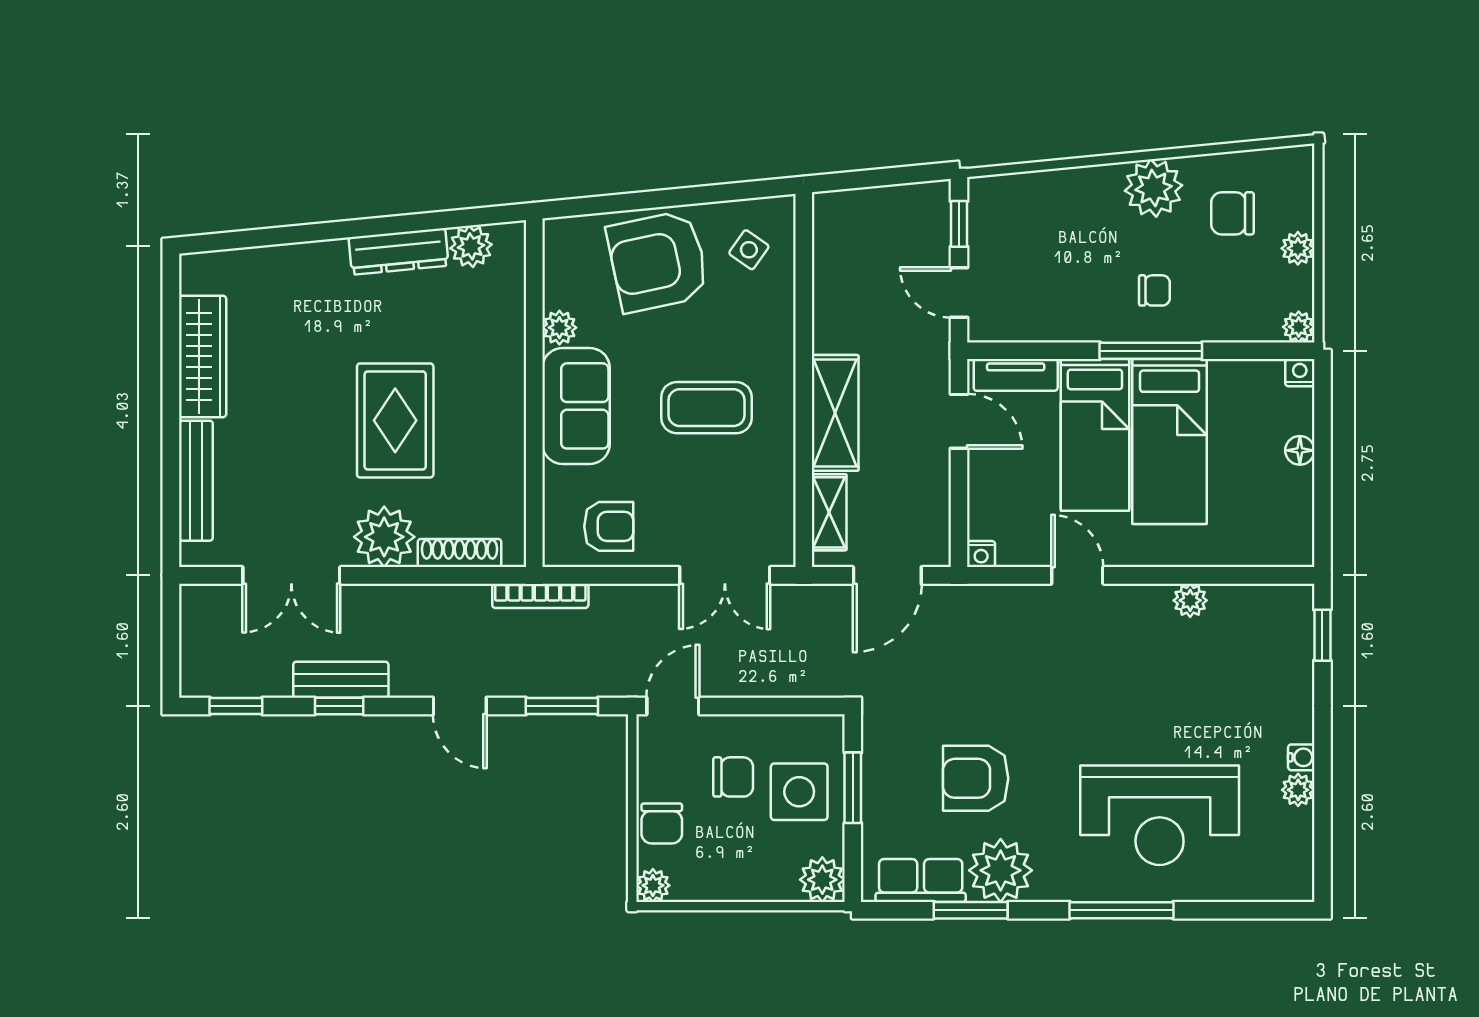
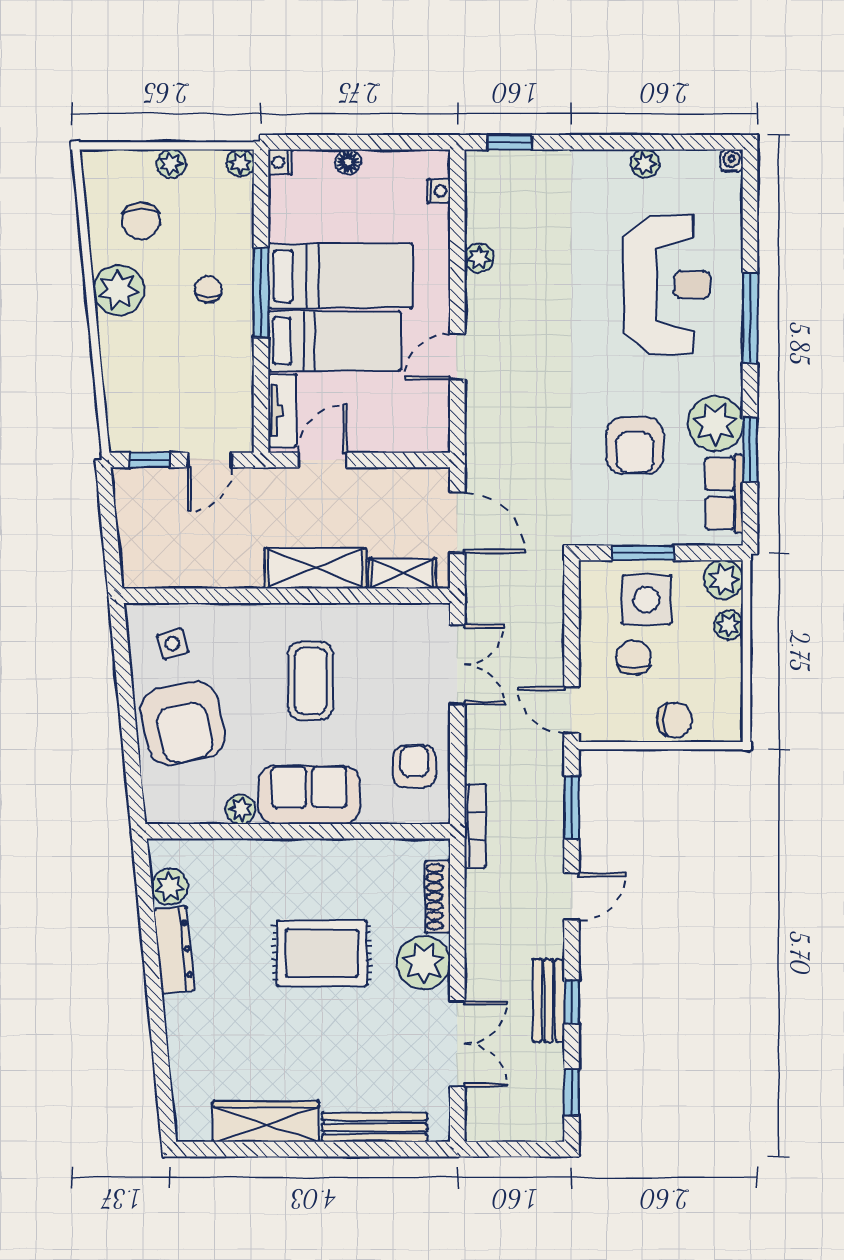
side table: (749, 250) -> (173, 644), turned 38
nightstand: (981, 554) -> (439, 191), moved
water cooler: (1301, 757) -> (732, 161), moved
plant: (653, 885) -> (728, 625), moved

